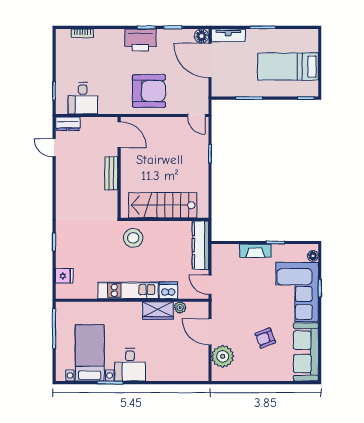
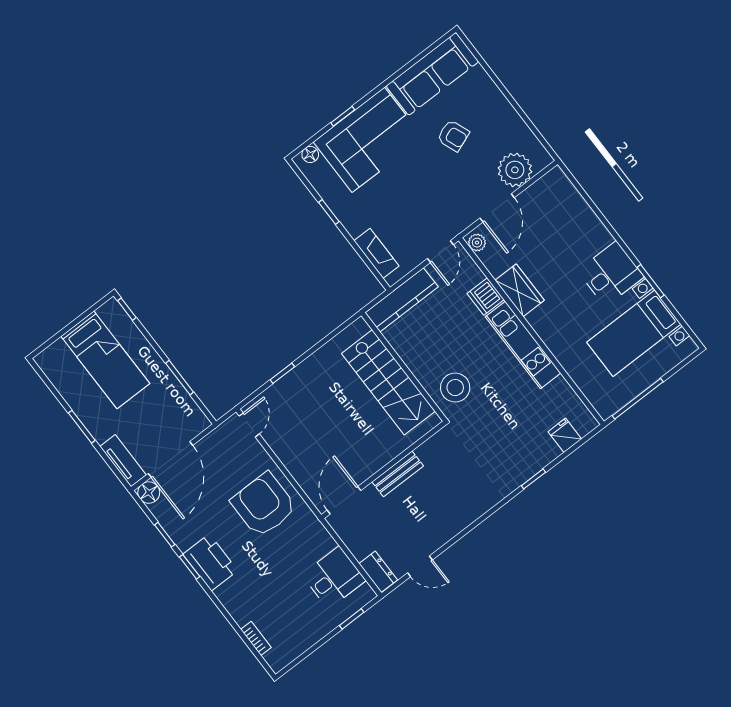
door: (54, 148) -> (420, 566), hinge flipped
fireplace: (255, 251) -> (376, 253), moved
plant: (180, 307) -> (477, 243), moved

